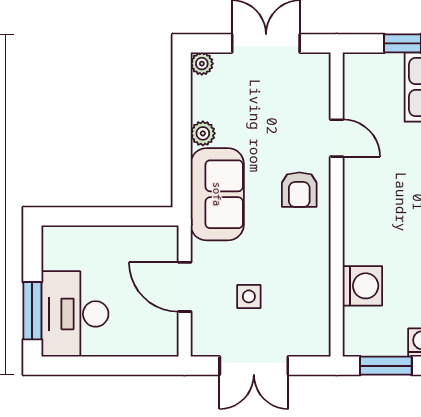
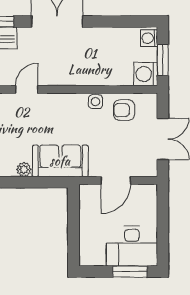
armchair: (299, 190) -> (124, 110), moved, turned 180
washing machine: (362, 286) -> (146, 74), moved, turned -90
side table: (249, 296) -> (95, 102), moved

